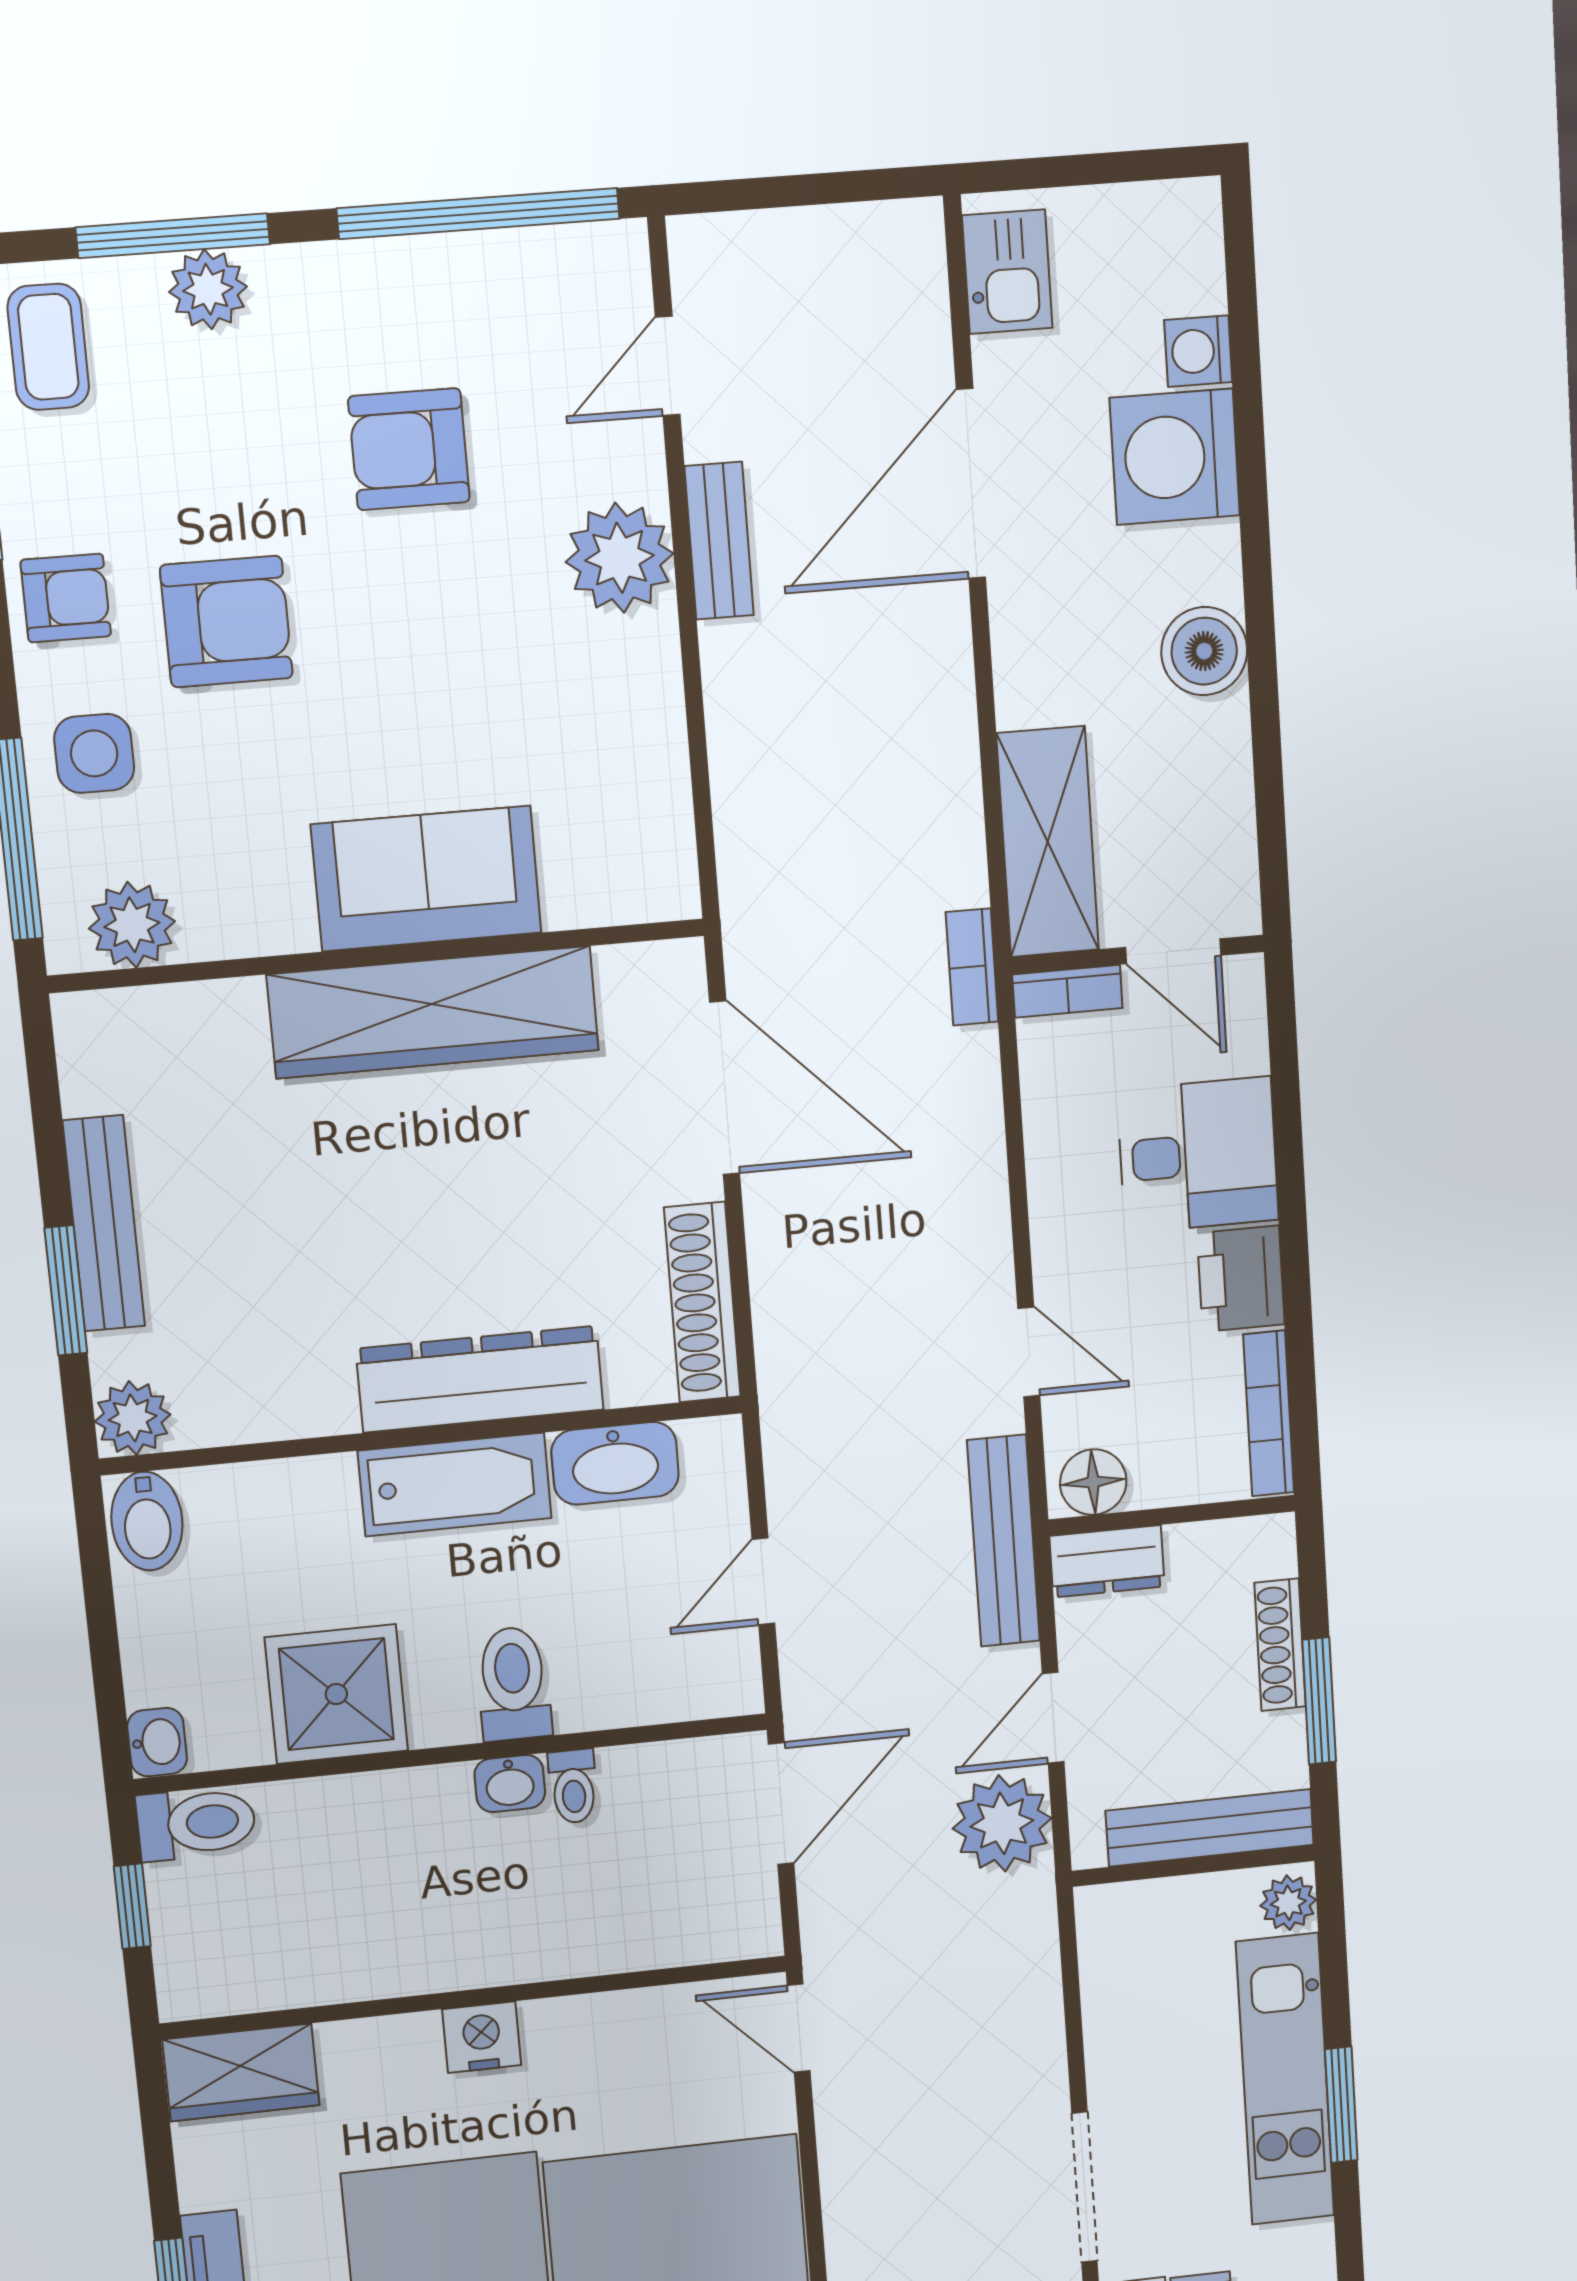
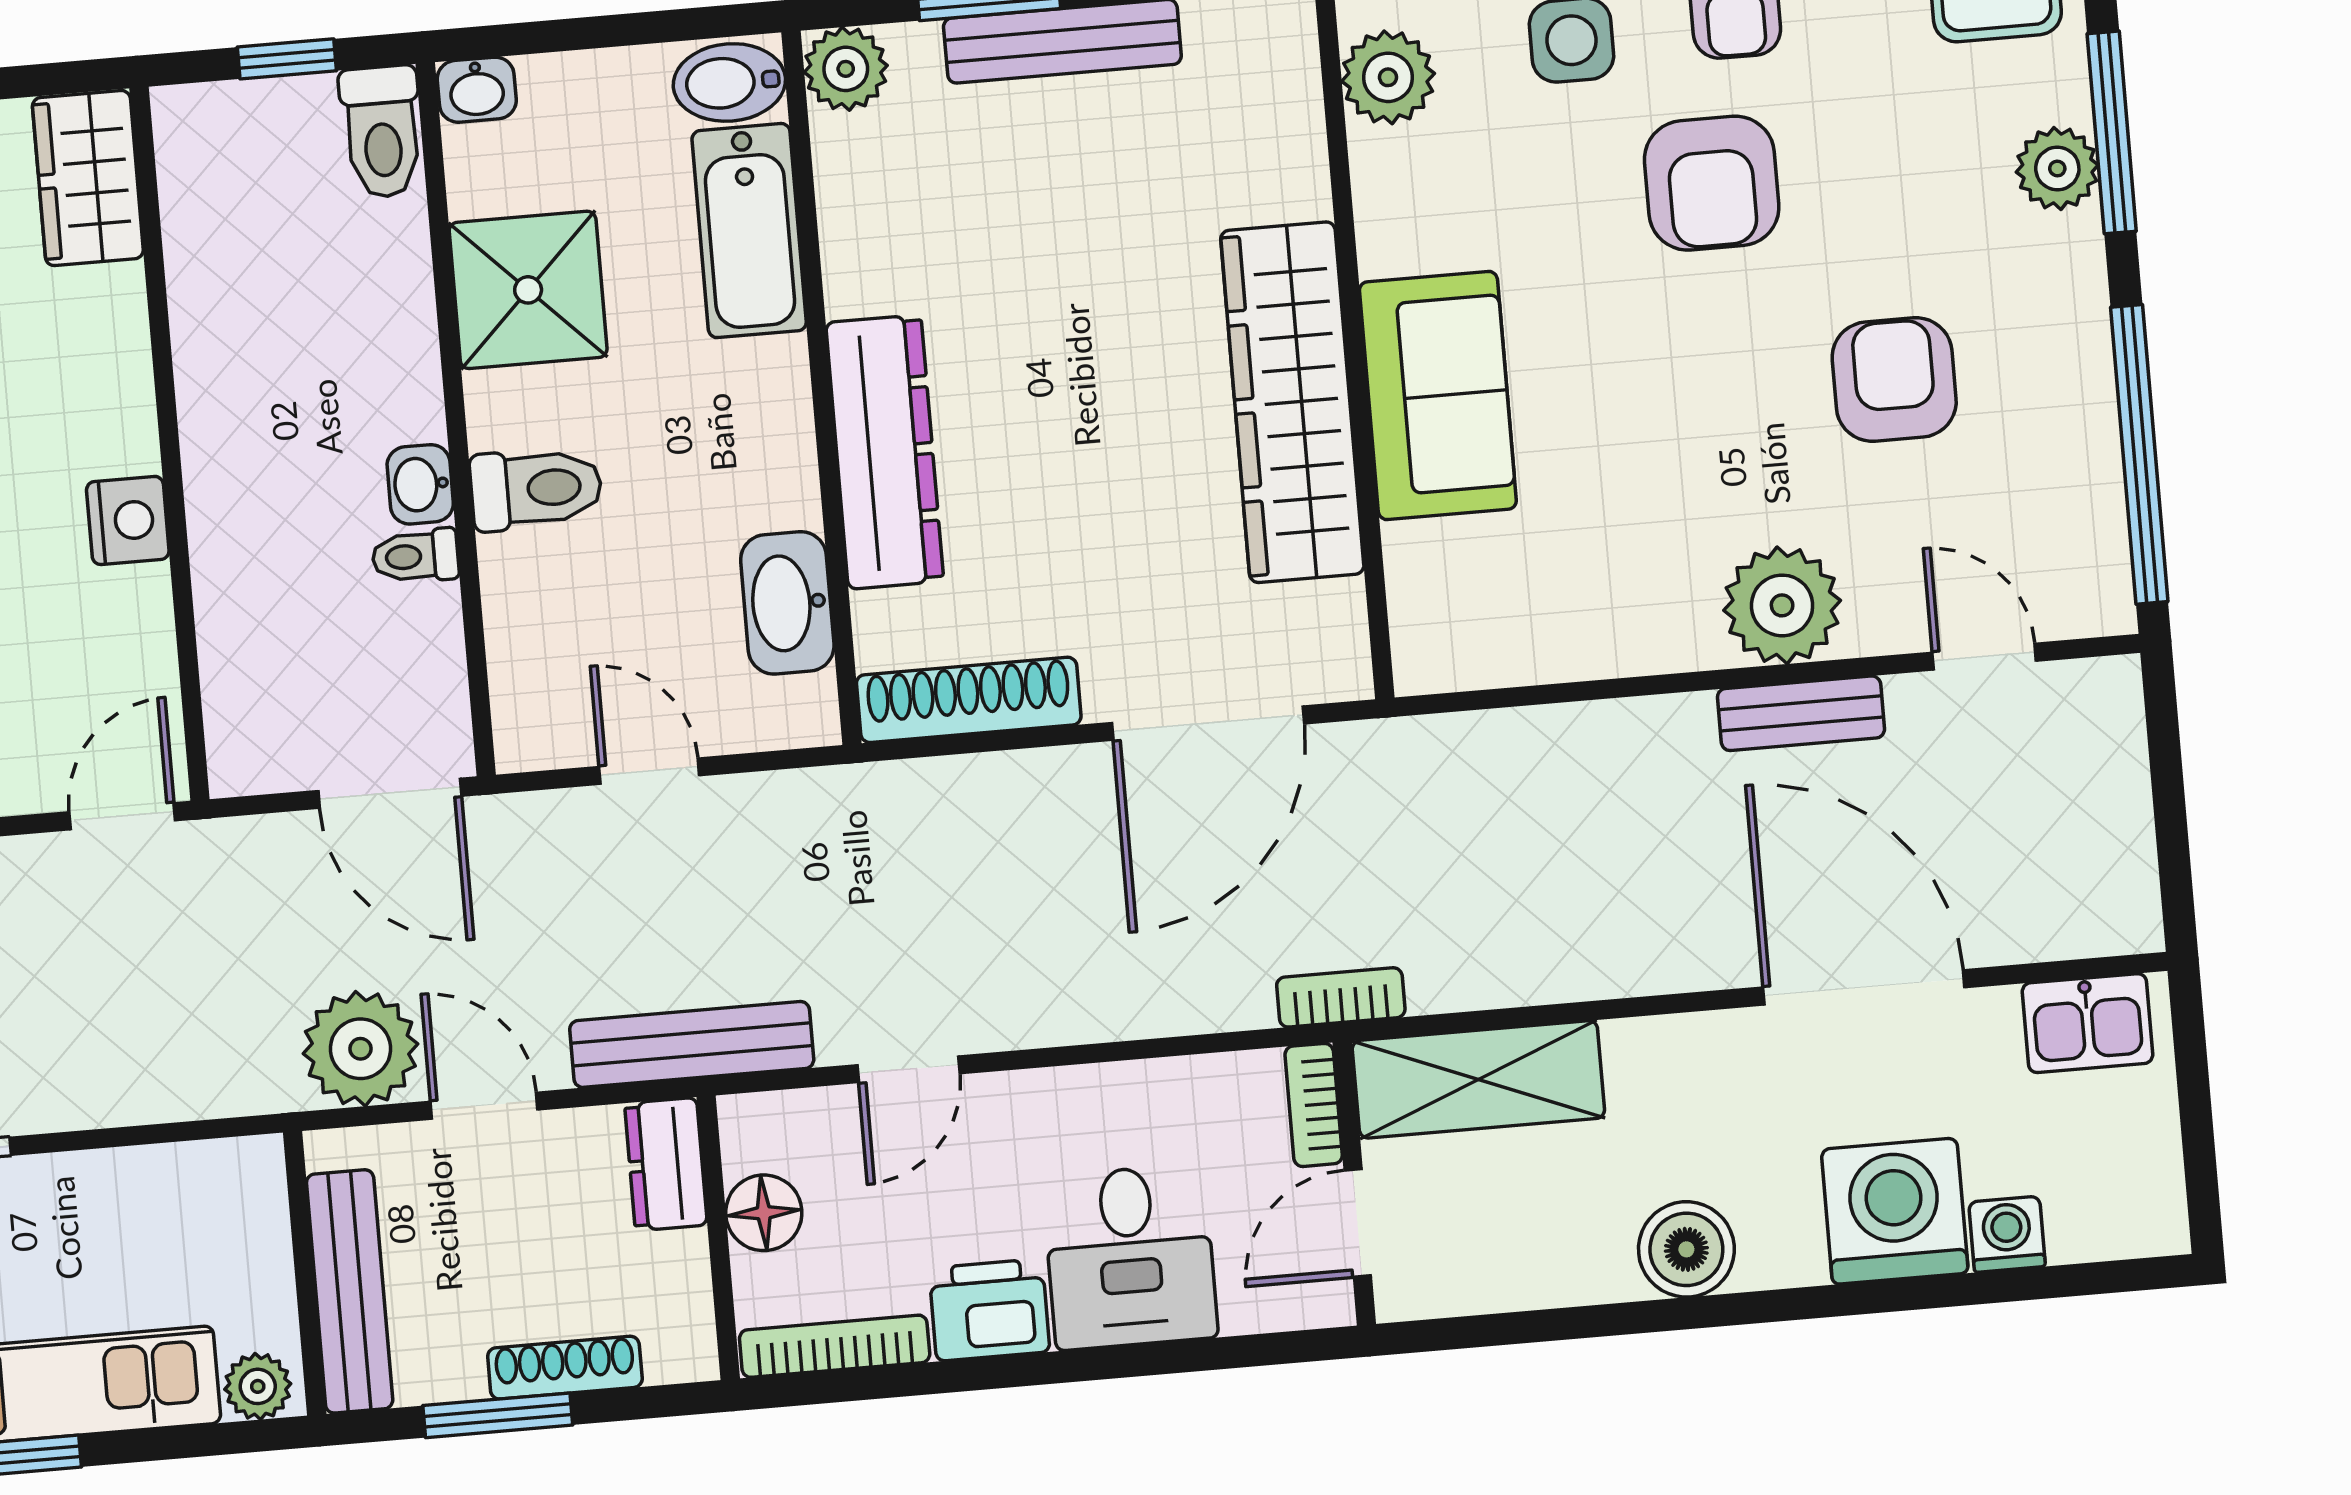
floor lamp: (1093, 1482) -> (764, 1213), moved
bathtub: (455, 1485) -> (749, 231), moved
nightstand: (482, 2037) -> (128, 520), moved

